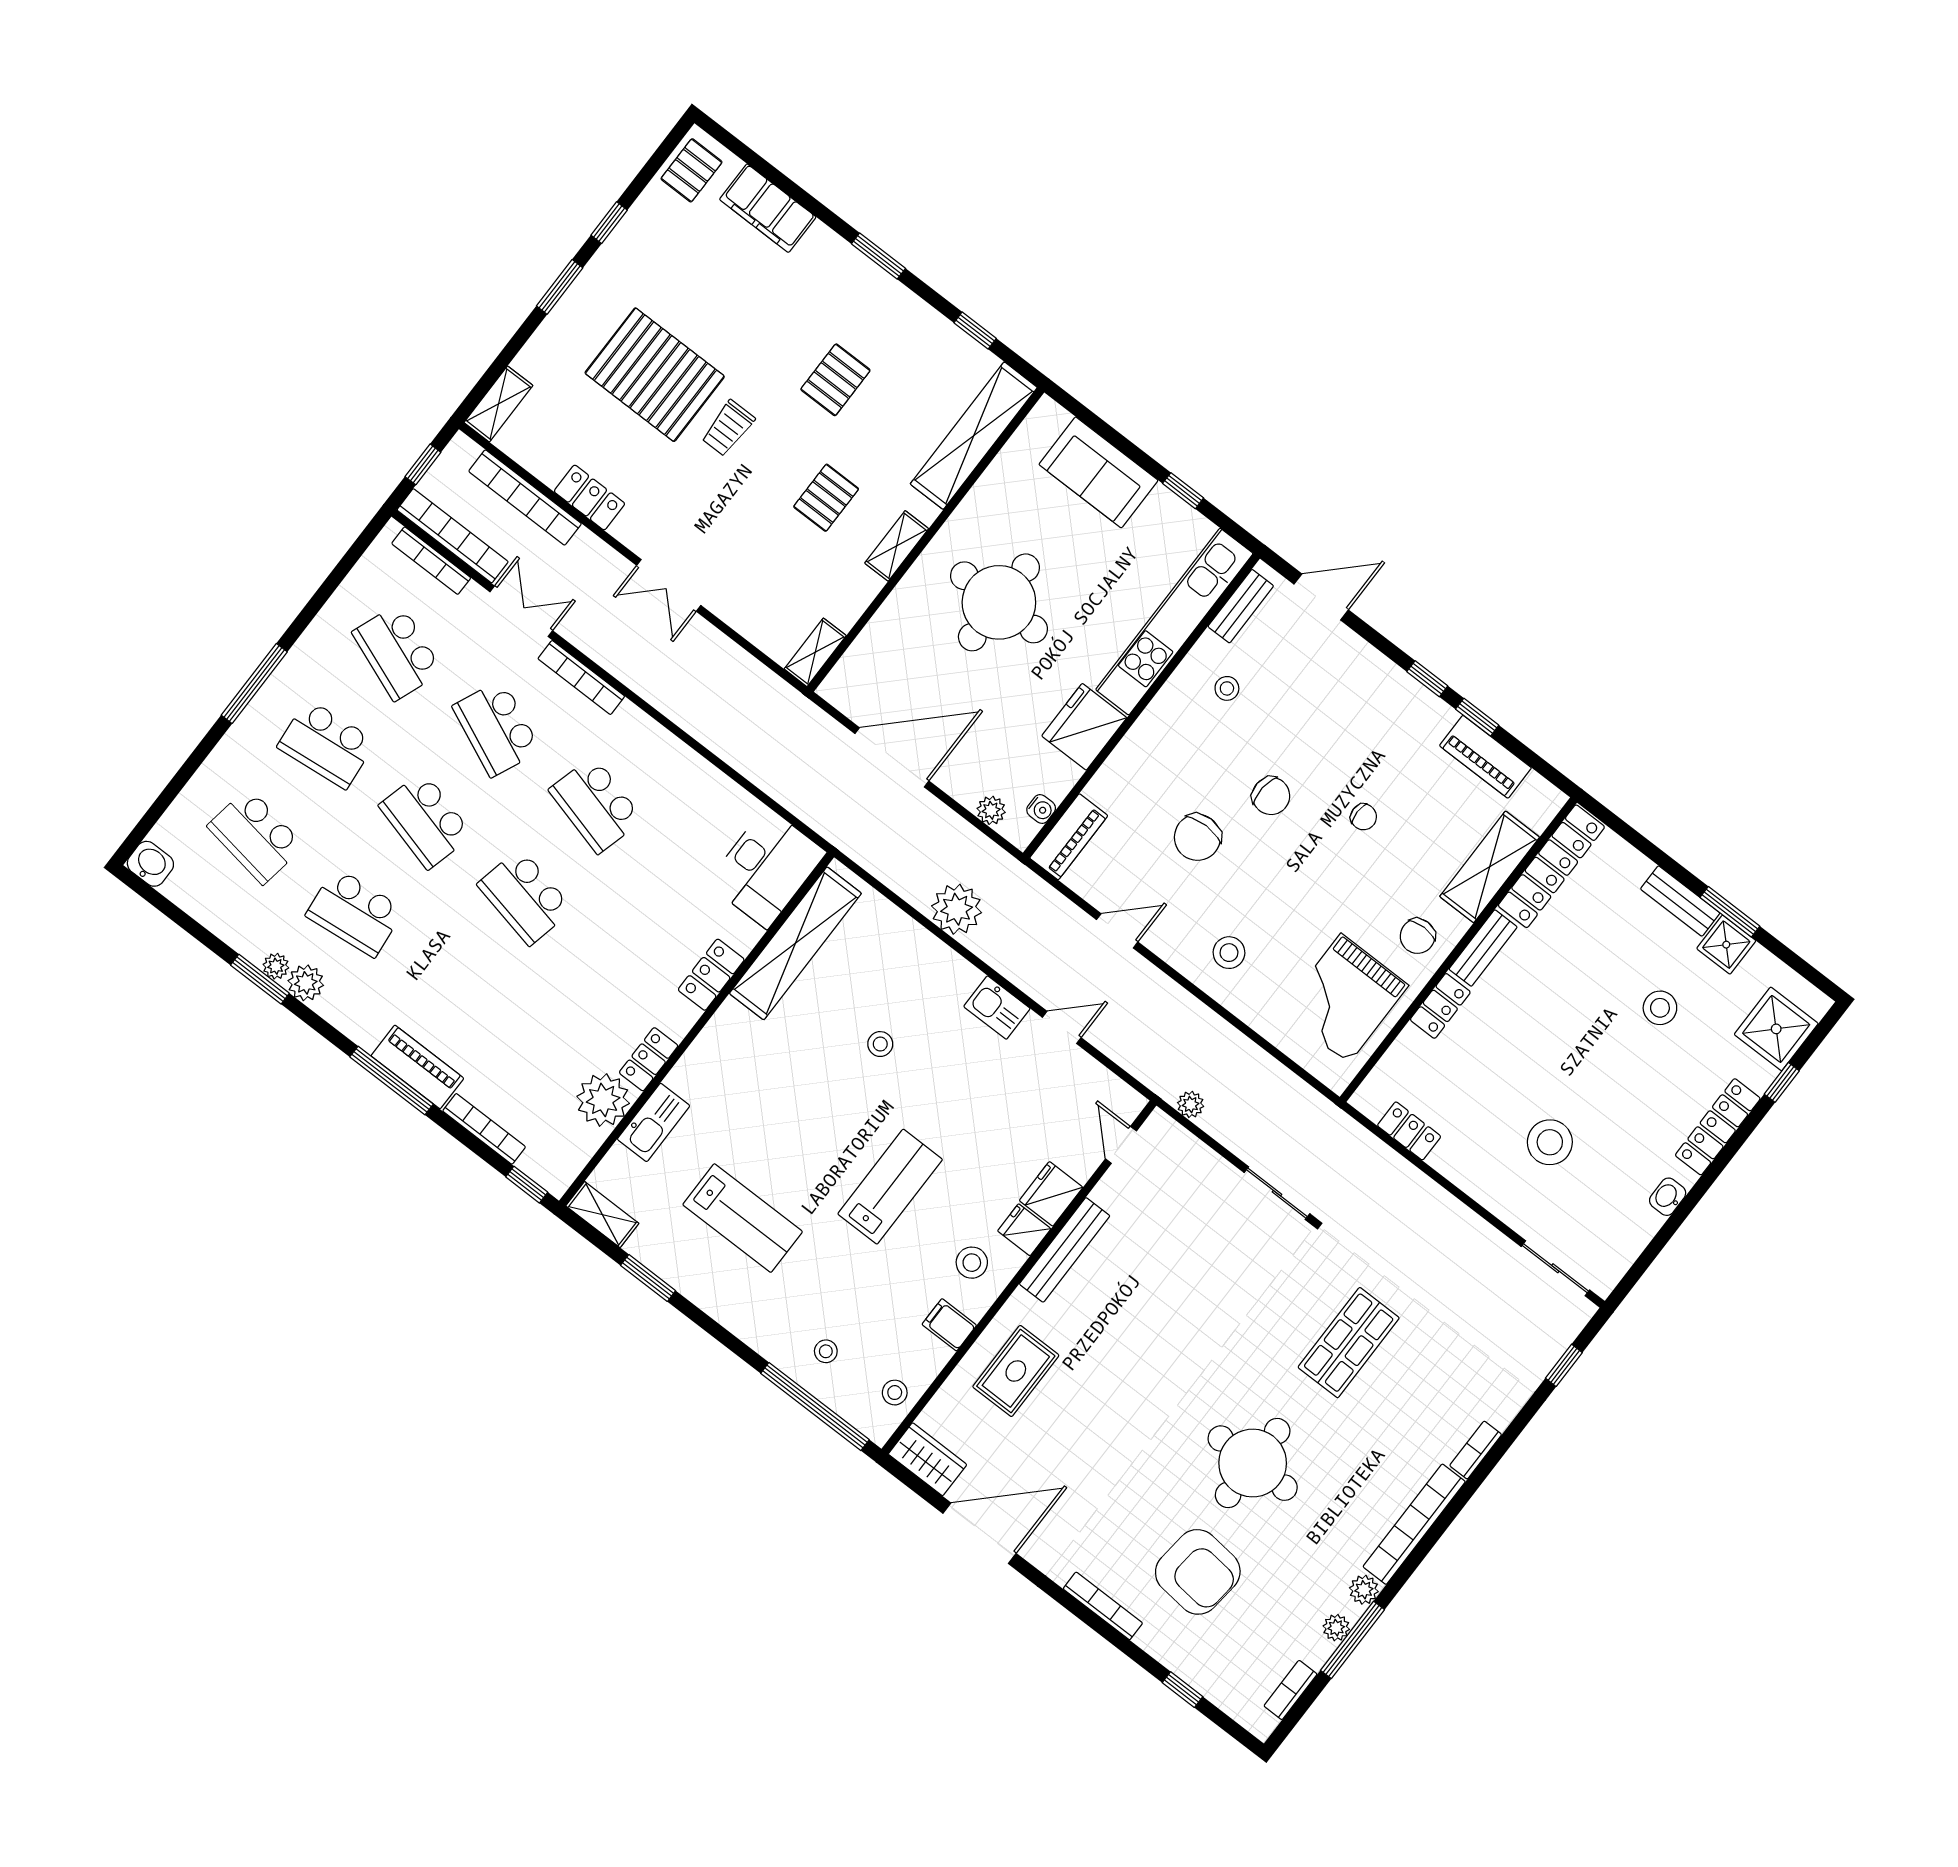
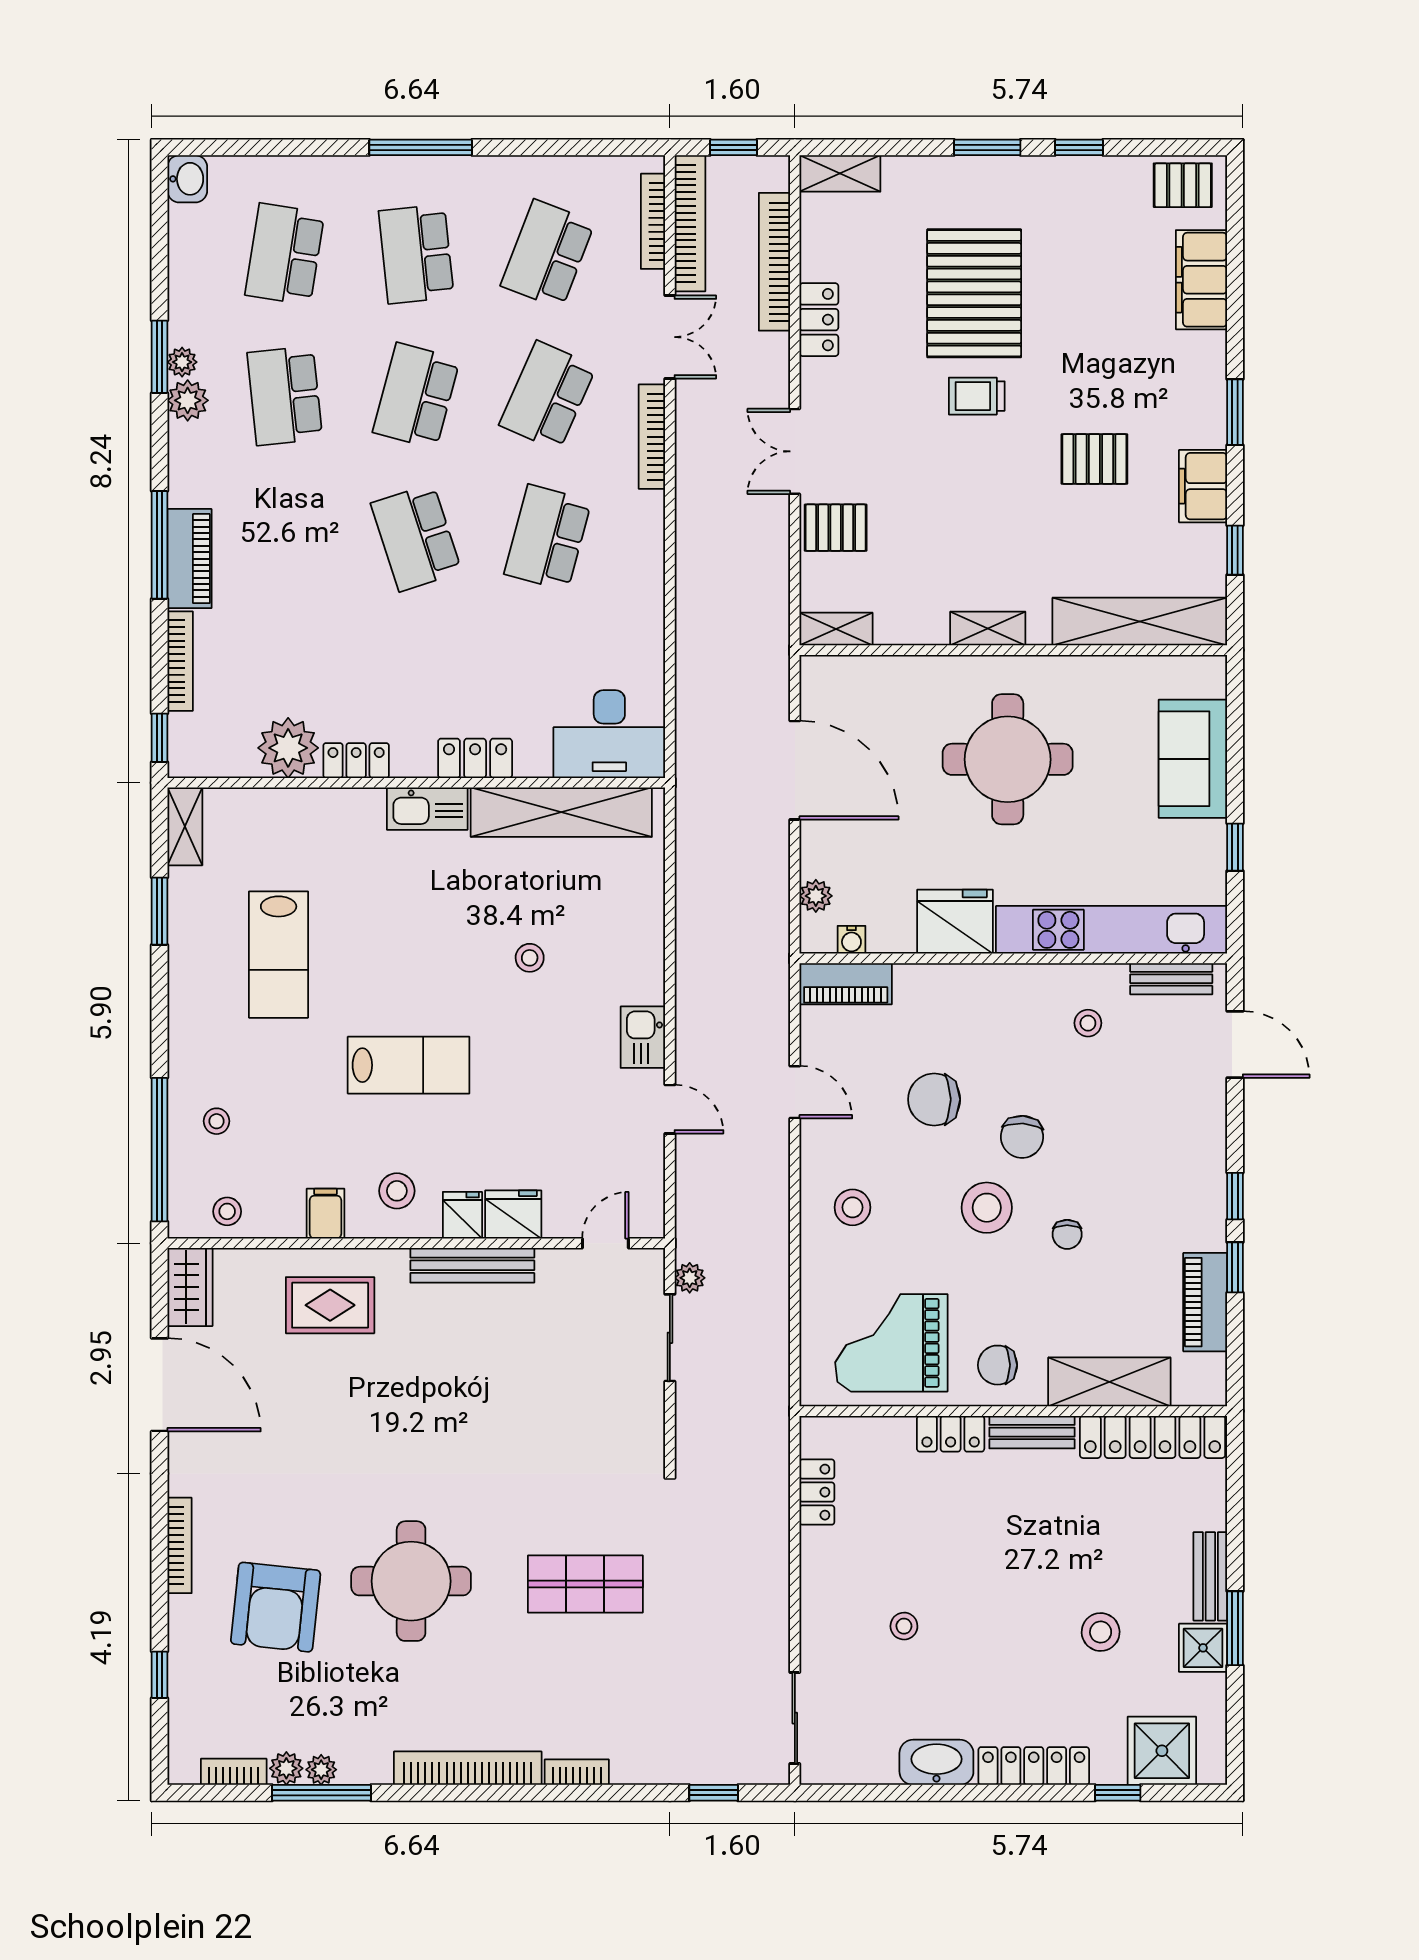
filing cabinet: (913, 318) -> (1203, 486), added
pallet: (826, 498) -> (836, 528), moved
stool: (1302, 859) -> (987, 1208), added
school desk: (525, 897) -> (416, 538), turned -30
plant: (957, 909) -> (703, 933), removed
kitchen sink: (654, 1122) -> (427, 809), moved
stool: (1550, 1142) -> (904, 1626), width x0.53, depth x0.53
sliding door: (1277, 1193) -> (670, 1338), moved
washbasin: (1668, 1197) -> (936, 1762), width x1.91, depth x1.45
plant: (1364, 1590) -> (286, 1768), moved

